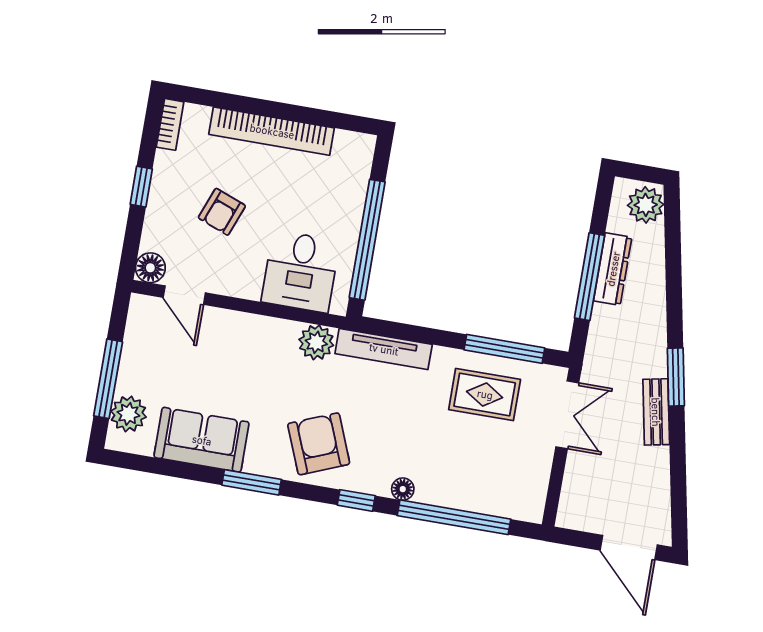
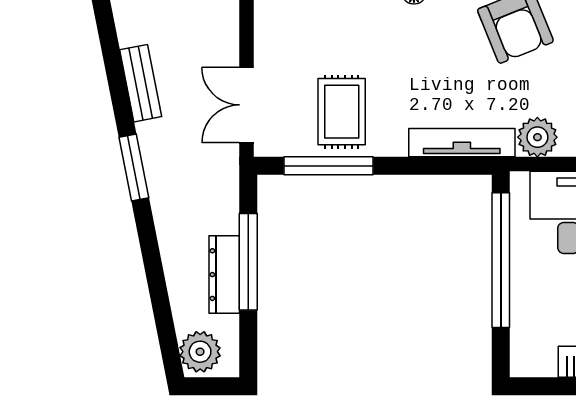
rug: (485, 394) -> (342, 112), turned 90
bench: (656, 412) -> (141, 83), moved

